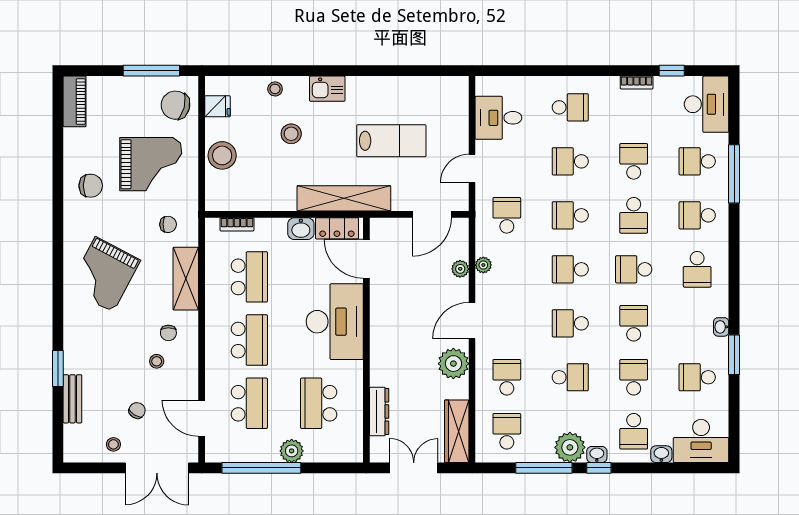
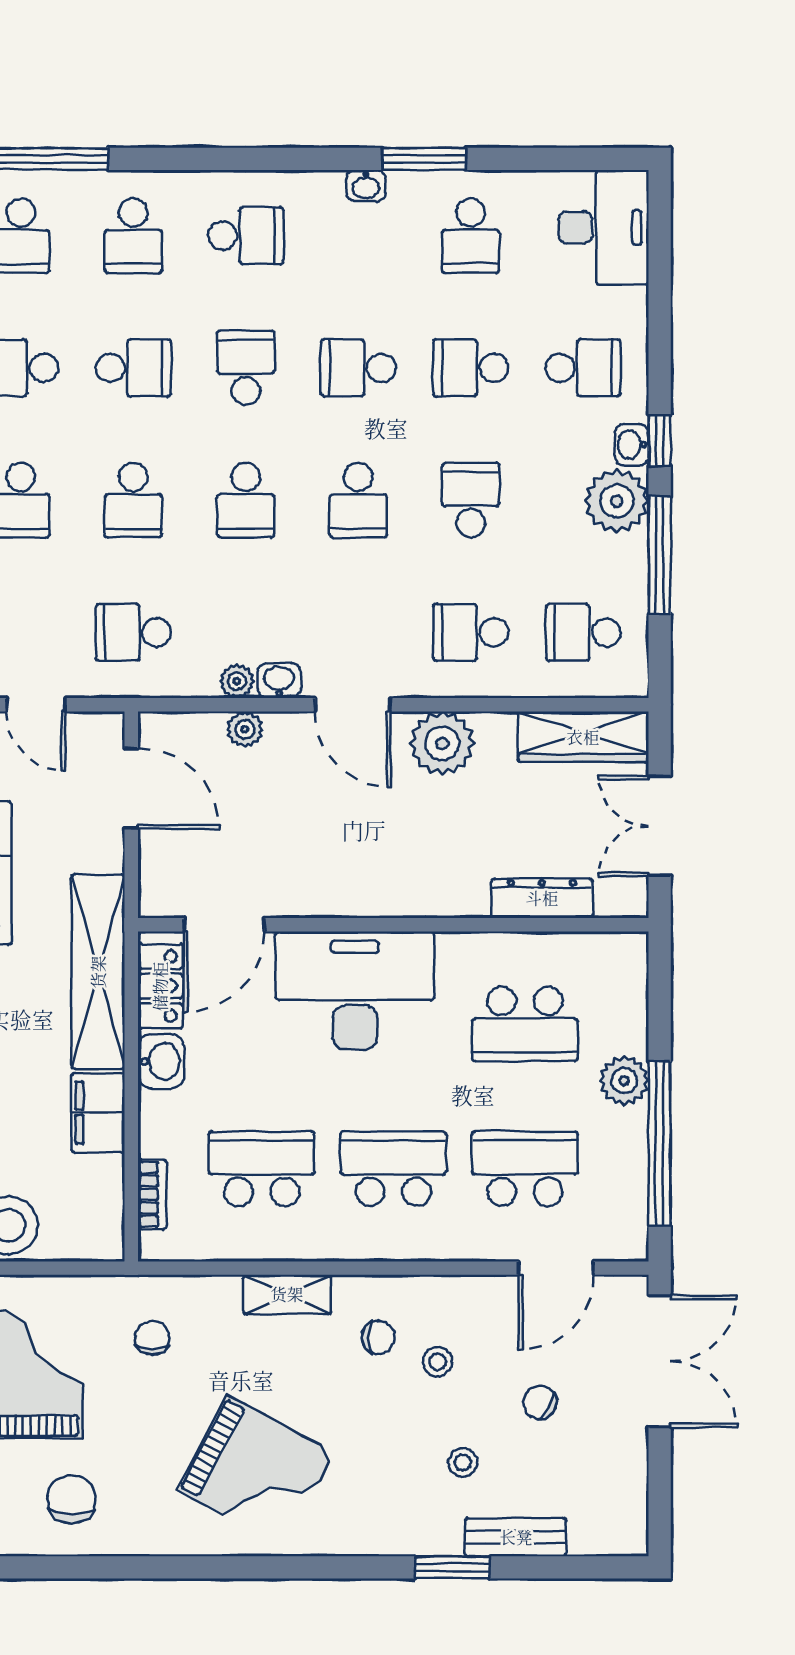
filing cabinet: (276, 198) -> (98, 1113), added
school desk: (634, 269) -> (246, 368), turned 180
shelving: (186, 279) -> (287, 1294), width x0.67, depth x0.75
stool: (113, 444) -> (463, 1462), moved
washbasin: (661, 454) -> (279, 681), moved, turned 90

